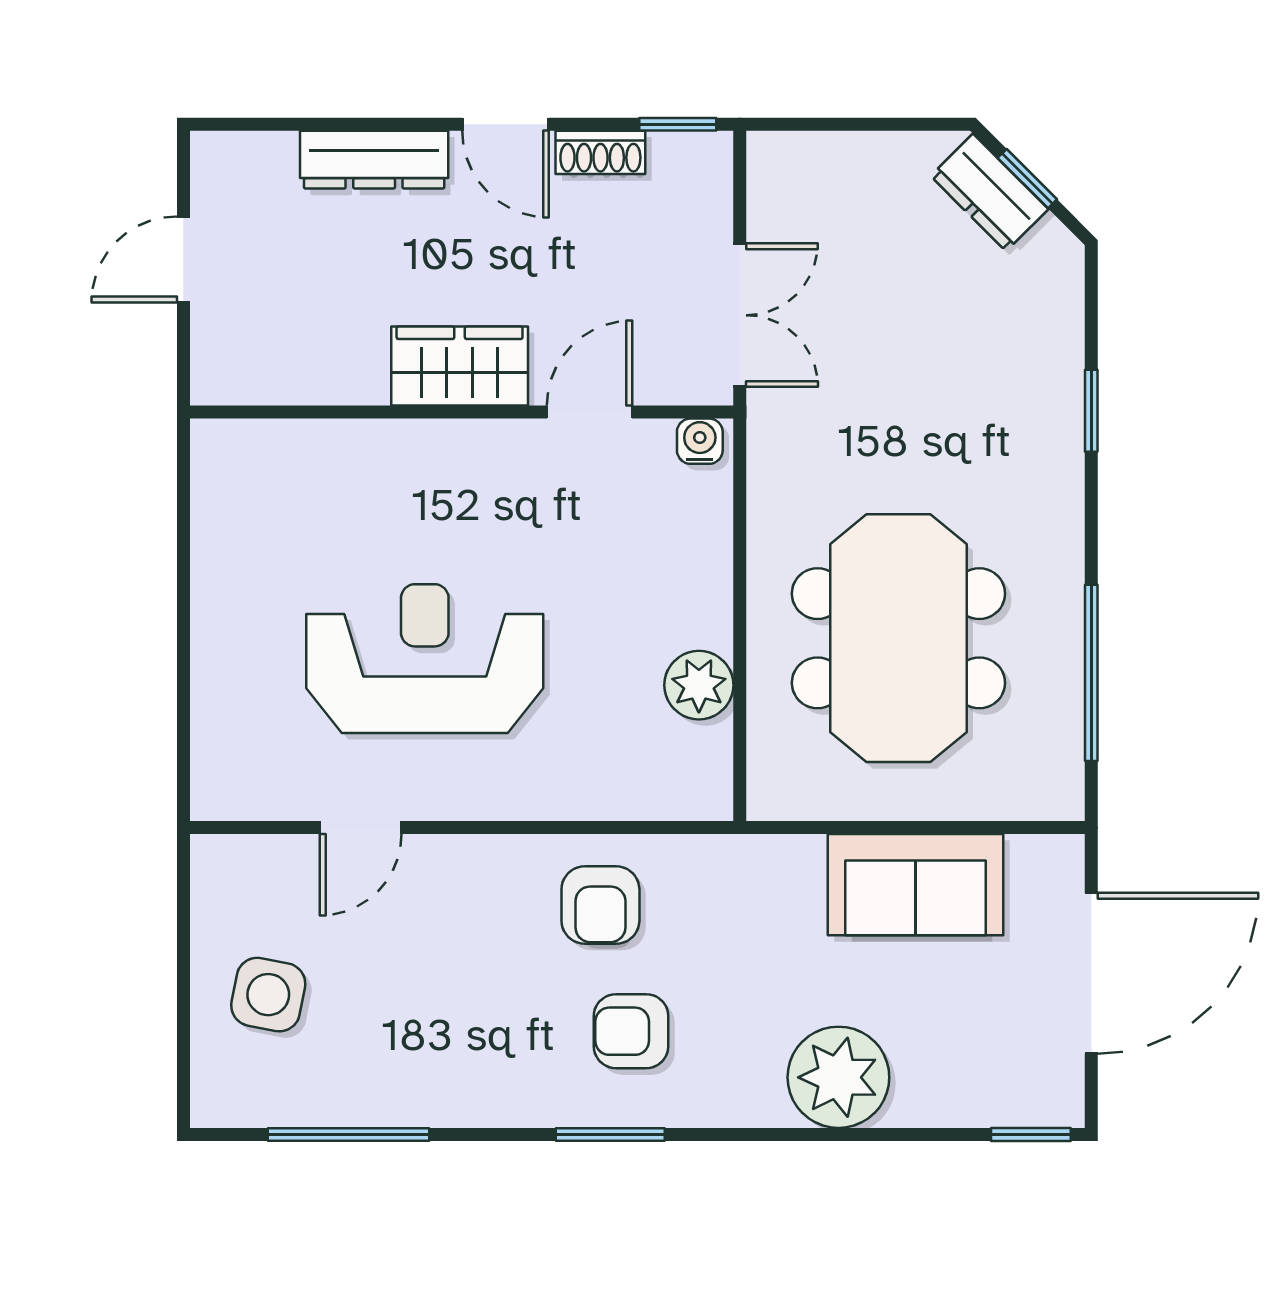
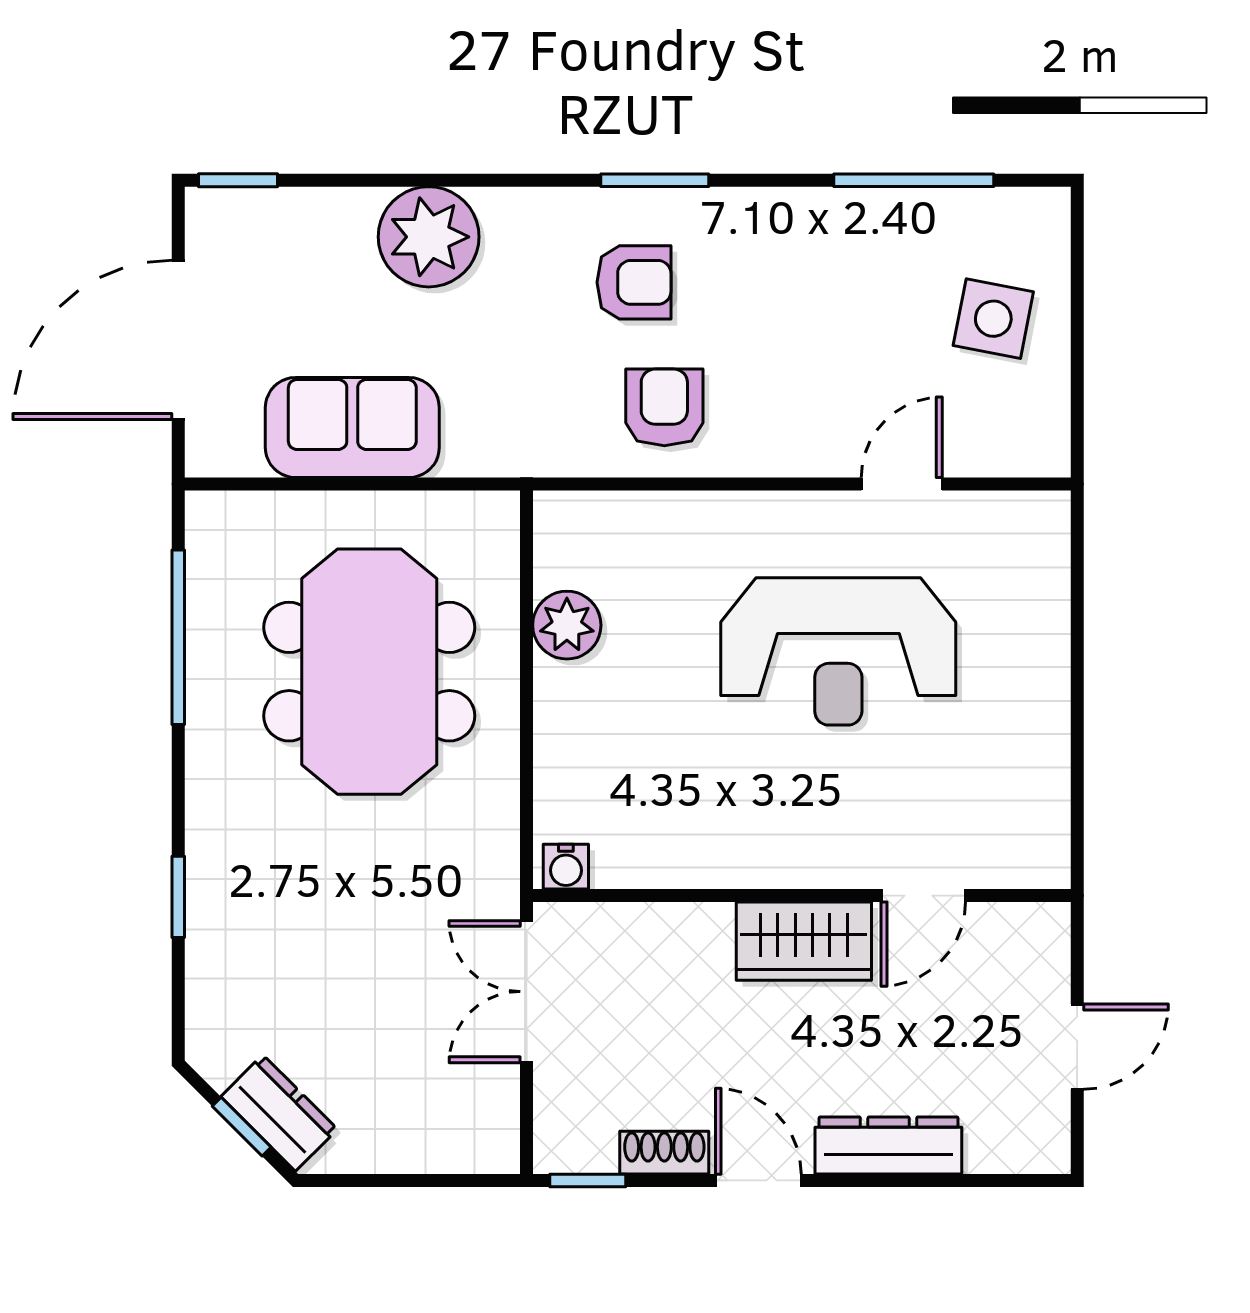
door: (590, 412) -> (923, 896), moved

